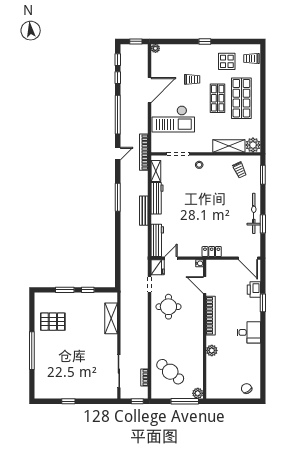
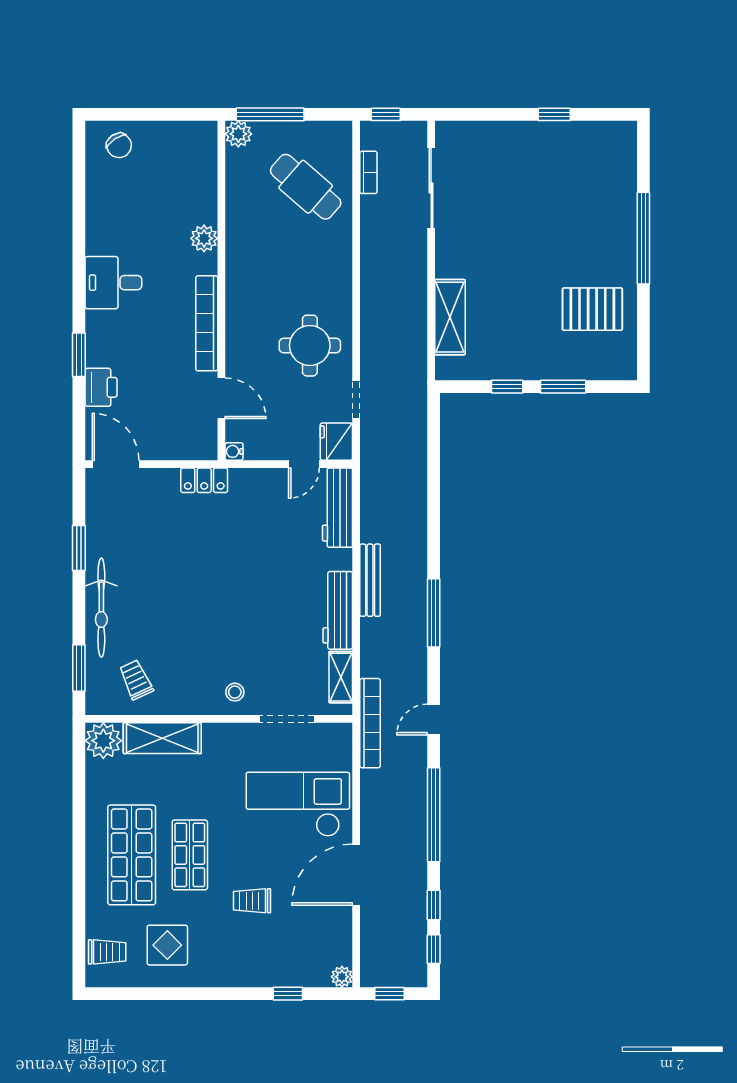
window: (205, 41) -> (288, 994), moved
bicycle: (254, 213) -> (101, 608), moved

